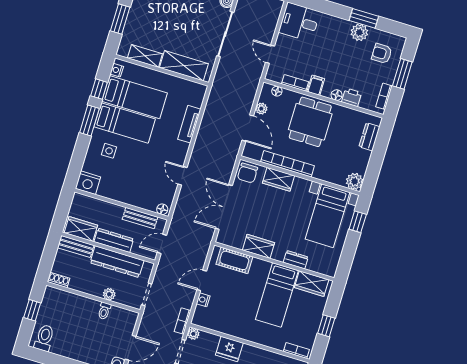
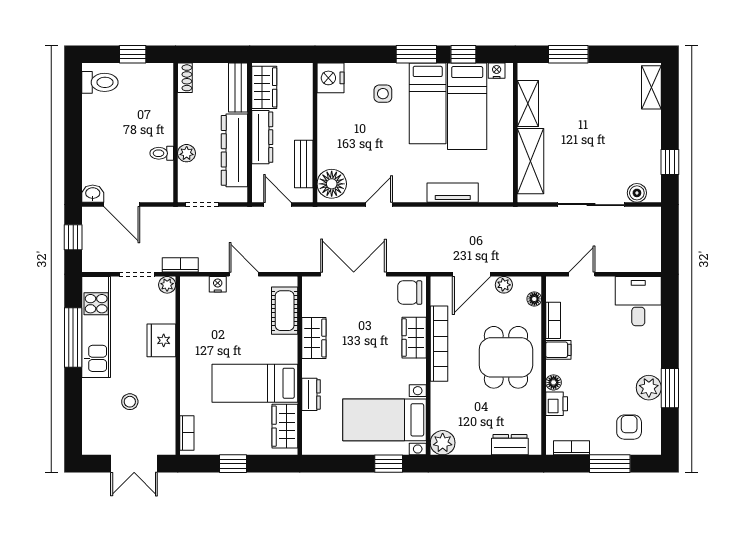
dining table: (310, 122) -> (506, 357), turned 90
floor lamp: (162, 209) -> (332, 184), width x1.89, depth x1.89

